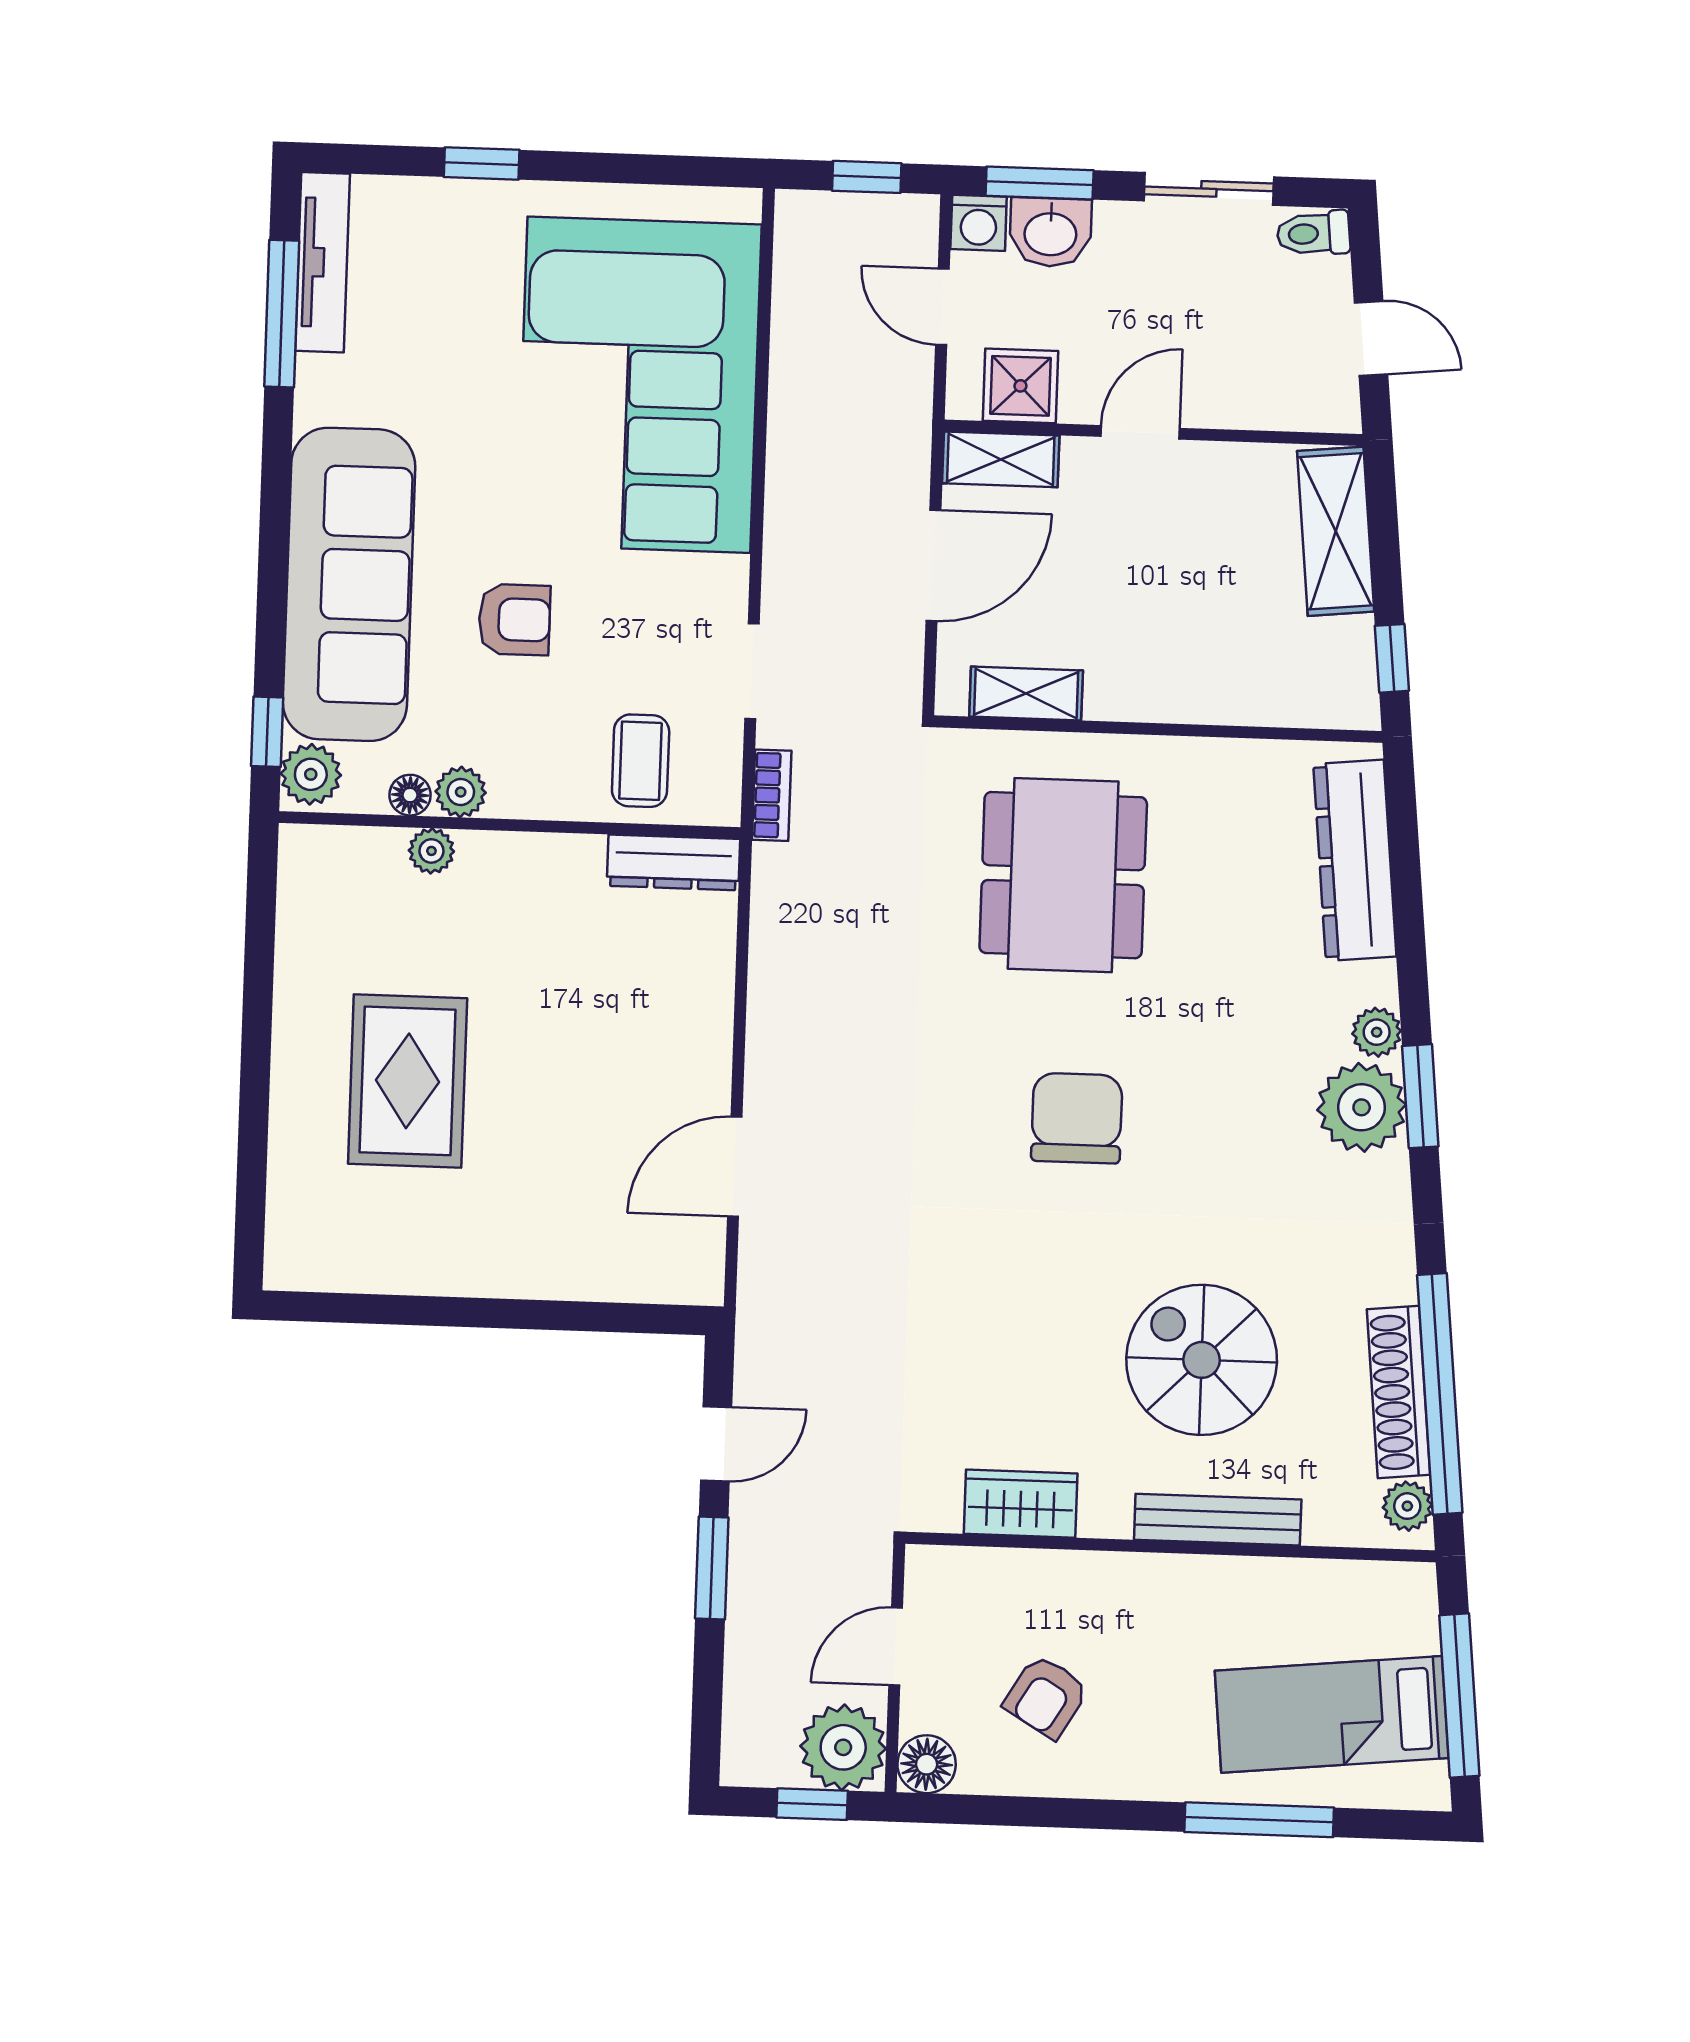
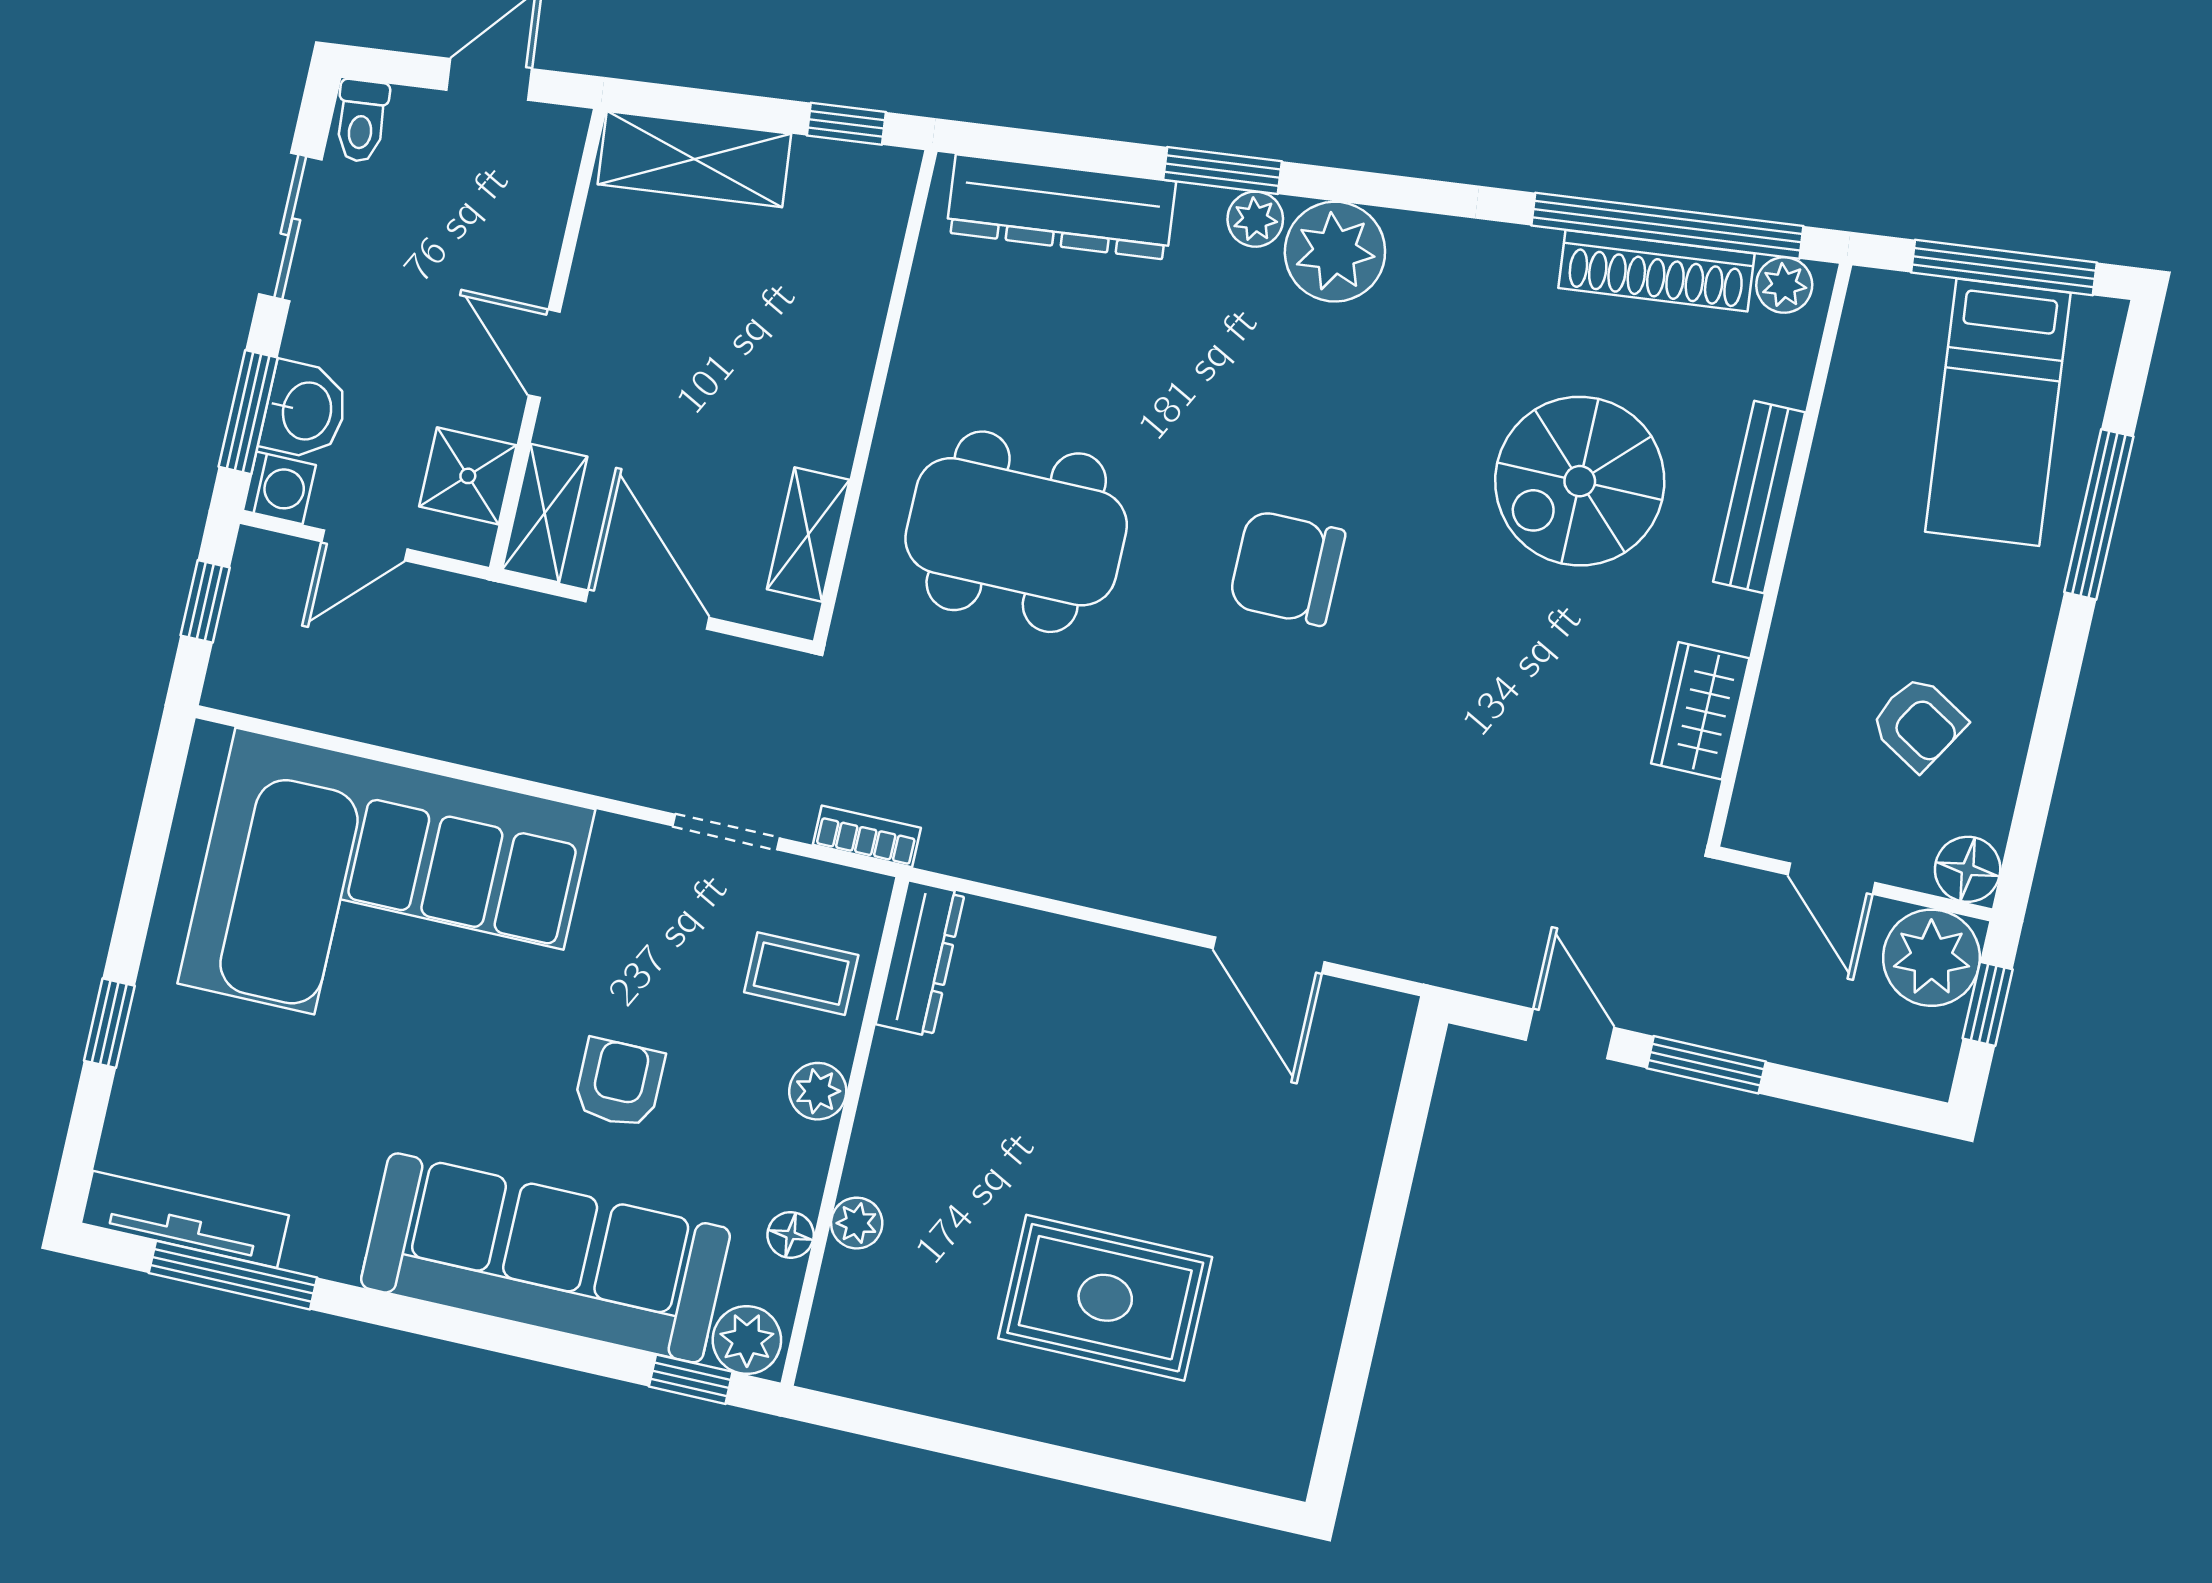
plant: (461, 792) -> (818, 1091), moved
window: (1420, 1096) -> (1223, 170), moved

